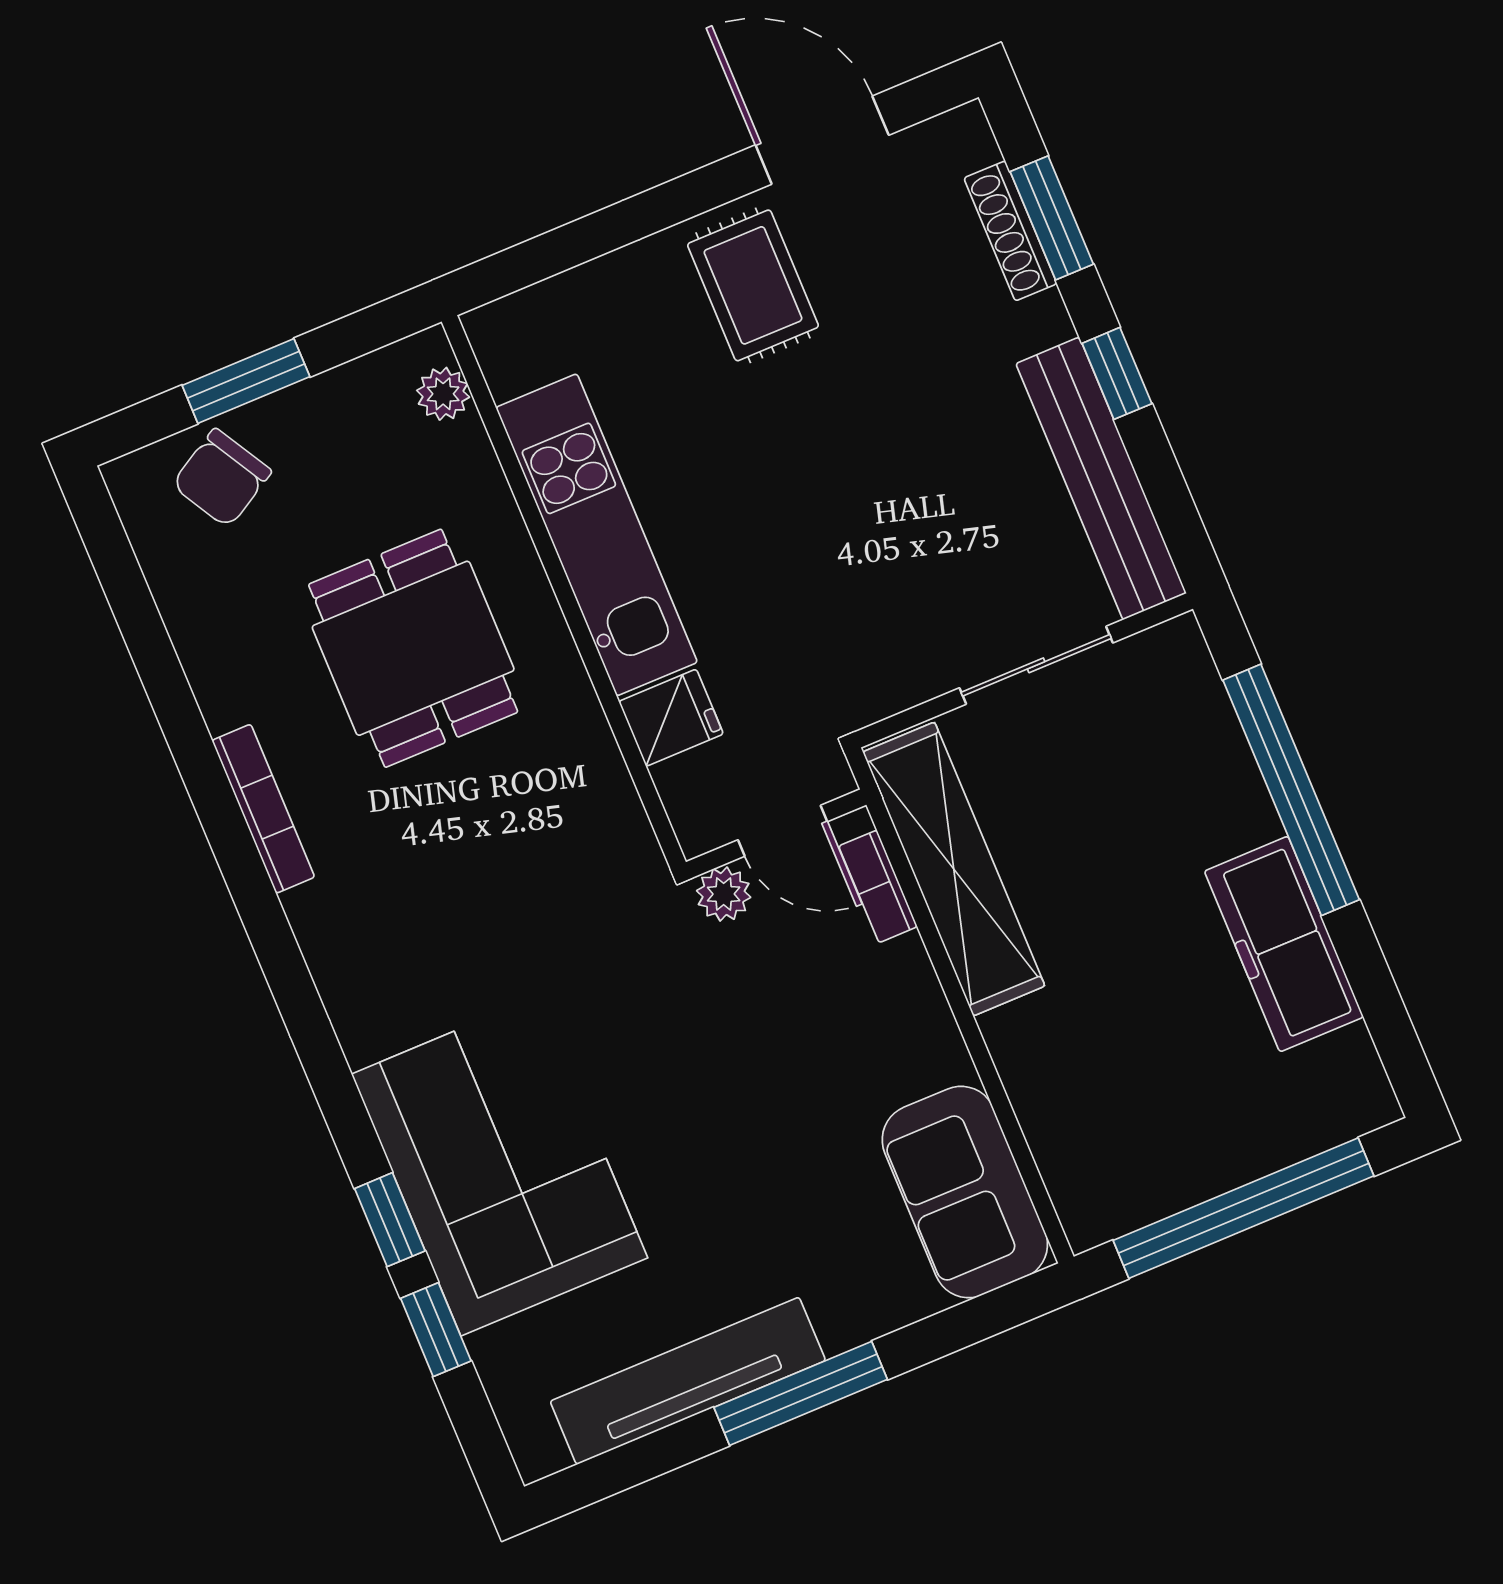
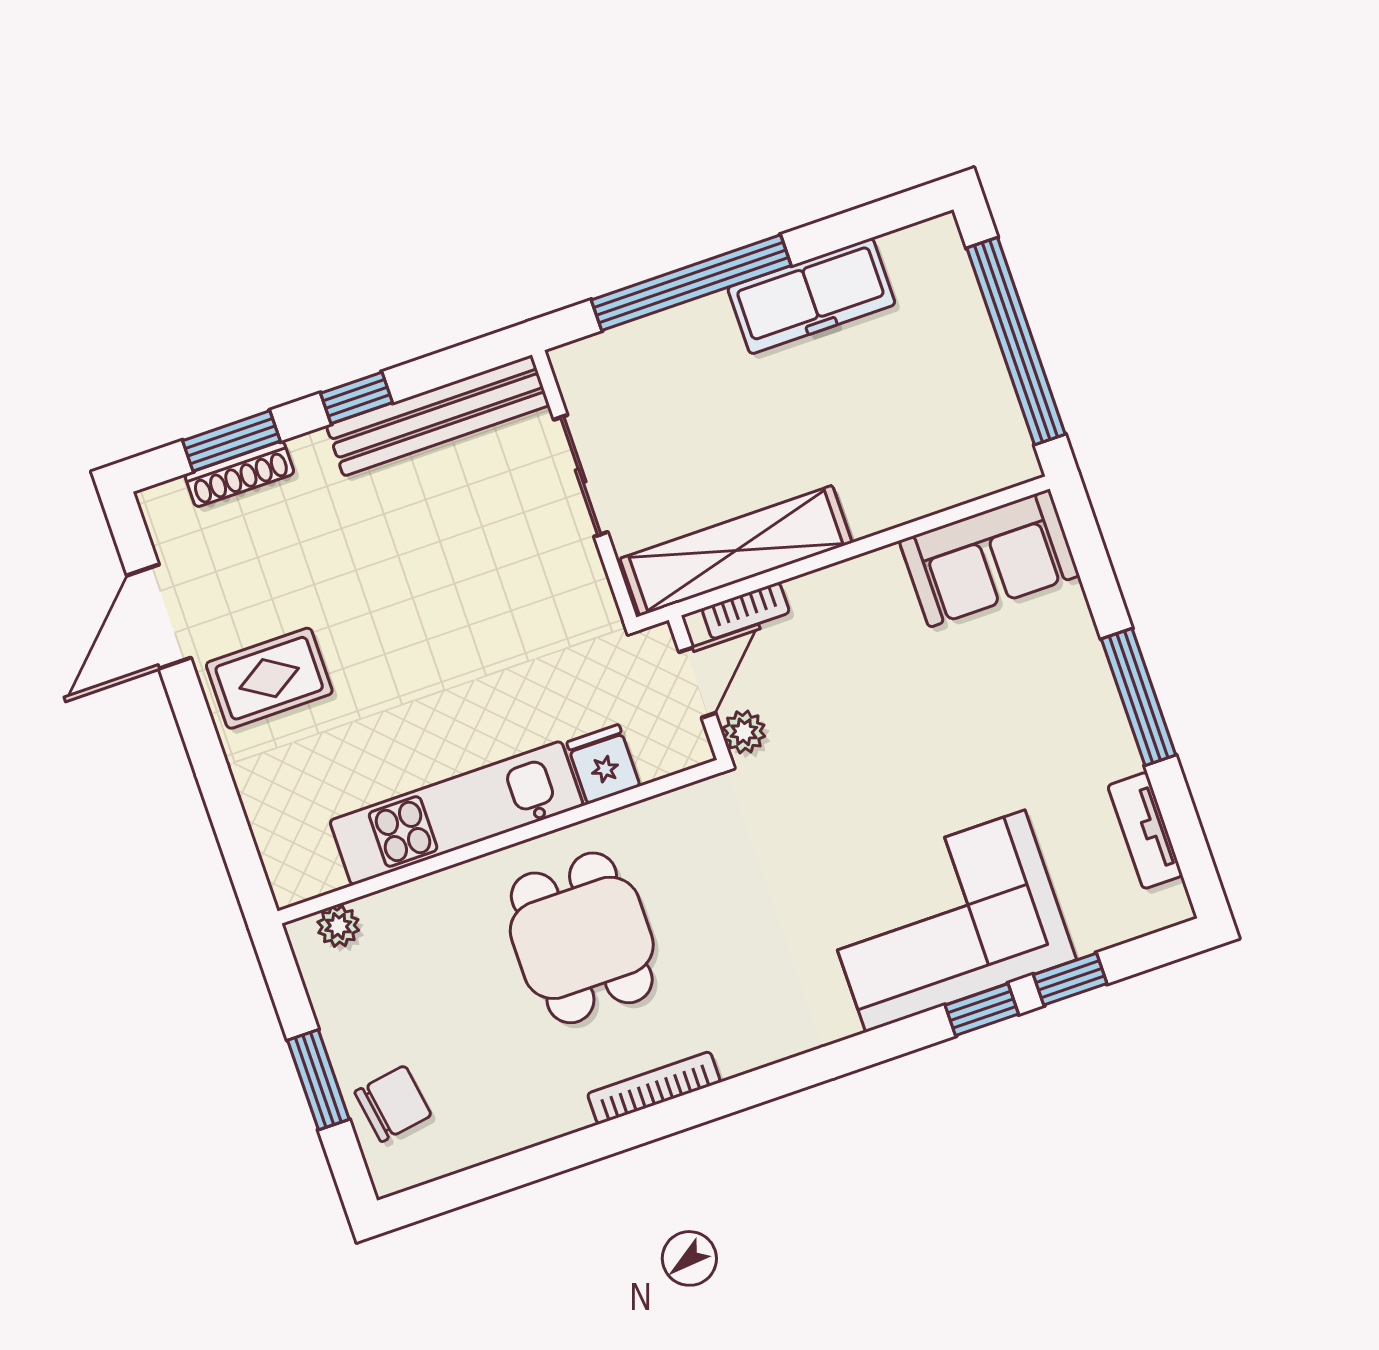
chair: (222, 478) -> (393, 1104), turned -69
dining table: (413, 648) -> (582, 938), moved, turned 90
tv unit: (688, 1381) -> (1145, 831), width x0.52, depth x0.78

